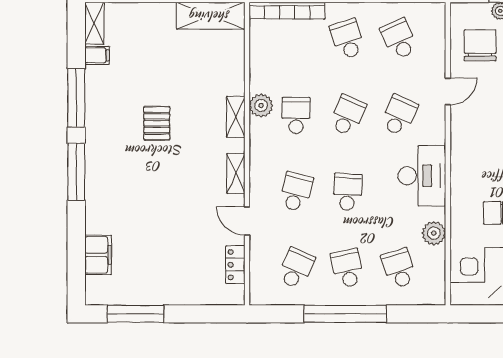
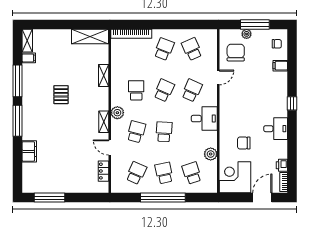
school desk: (347, 39) -> (164, 49), turned 39
plant: (261, 105) -> (117, 113), moved
shelving: (236, 117) -> (104, 75), moved
desk: (422, 176) -> (204, 119), width x0.73
filing cabinet: (98, 255) -> (29, 151), moved

